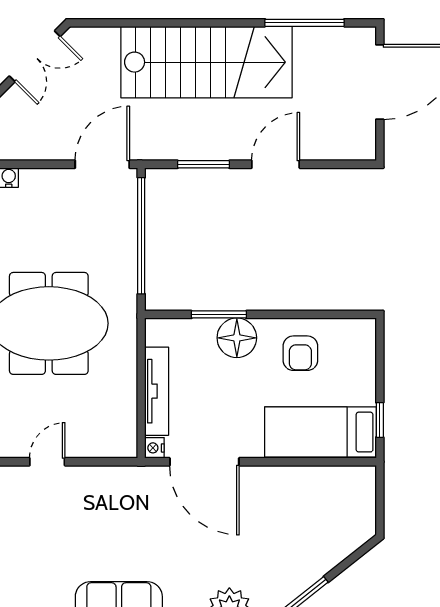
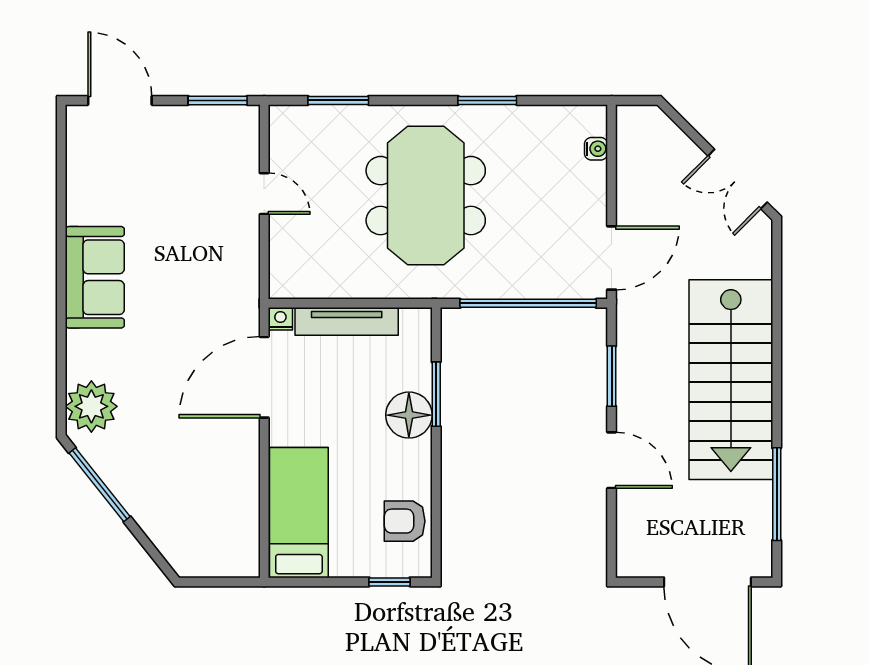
door: (102, 164) -> (612, 258), hinge flipped
armchair: (300, 353) -> (405, 521), moved
window: (380, 420) -> (390, 582), moved

